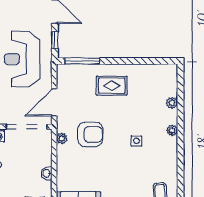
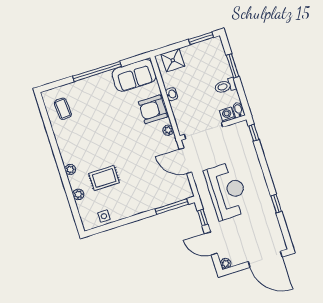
rug: (112, 86) -> (104, 178), moved
door: (54, 103) -> (185, 161), swing flipped
armchair: (90, 134) -> (153, 109), moved
side table: (136, 141) -> (104, 216), moved

